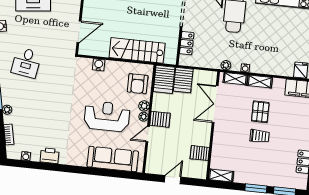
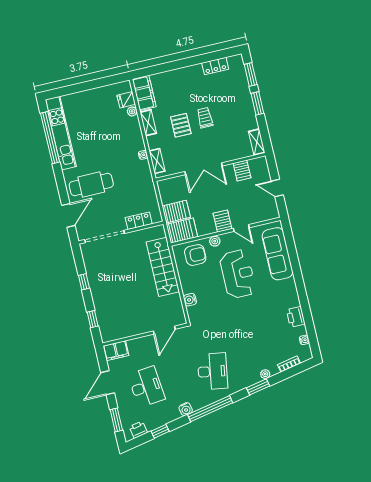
door: (79, 32) -> (164, 330), swing flipped
desk: (26, 63) -> (213, 371), width x1.37
plant: (226, 65) -> (132, 111), moved
shelving: (260, 82) -> (148, 123), moved
double door: (215, 104) -> (203, 169), moved
pallet: (260, 112) -> (181, 125), turned 90
reception desk: (107, 116) -> (238, 274), turned 180
plant: (144, 117) -> (225, 238), removed

